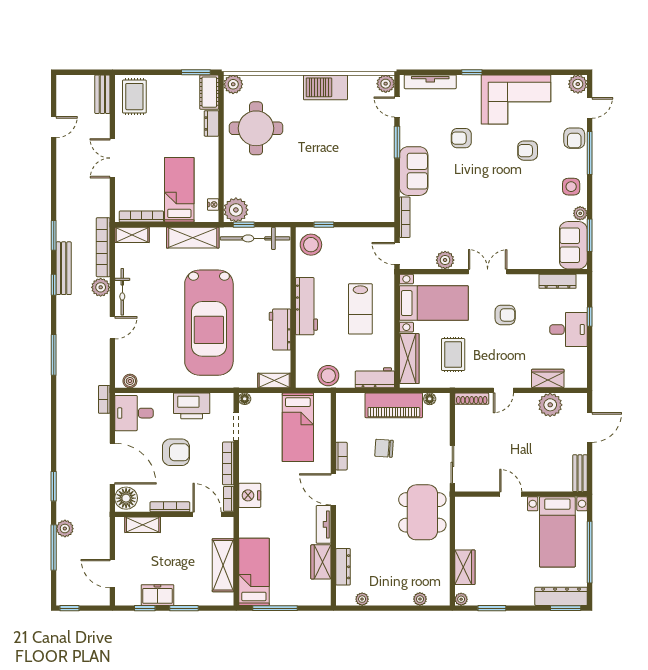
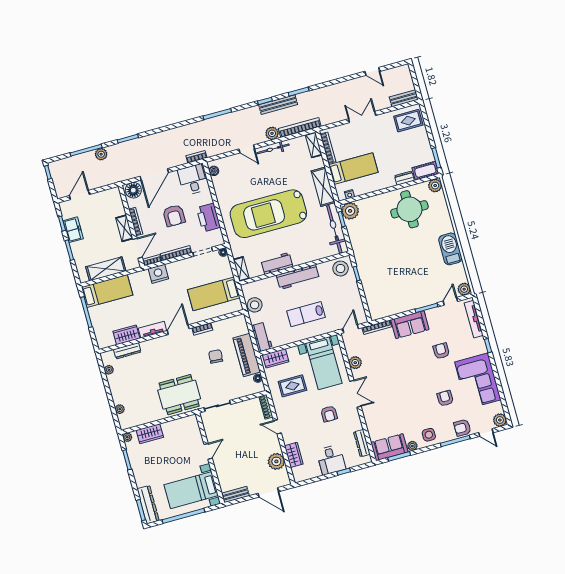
wardrobe: (409, 359) -> (276, 358), width x0.67
shelving: (143, 525) -> (124, 228), moved

